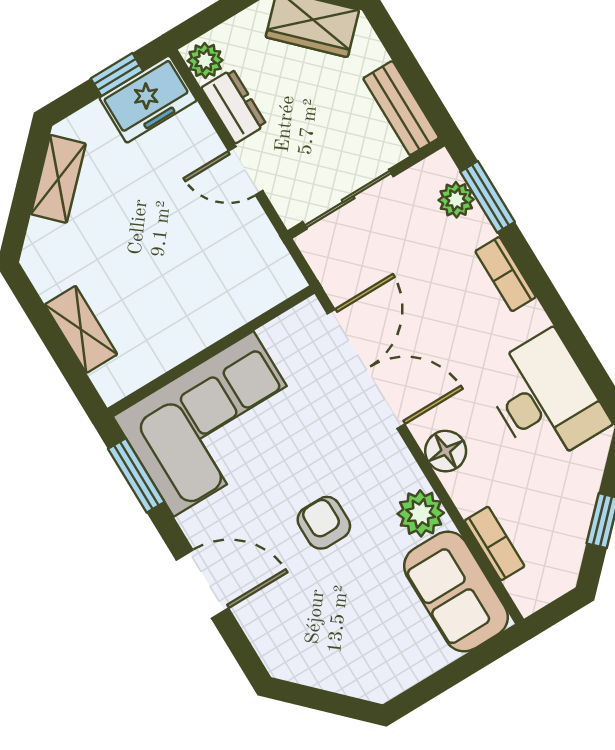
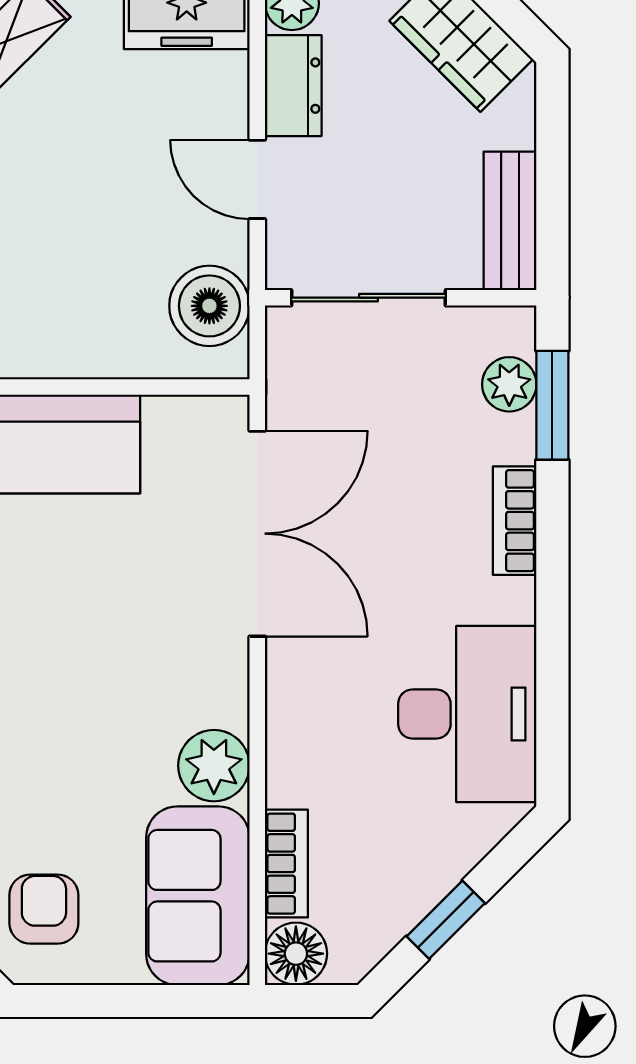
boiler: (262, 258) -> (209, 306), added
floor lamp: (446, 451) -> (296, 954), moved
armchair: (324, 523) -> (44, 909), moved

